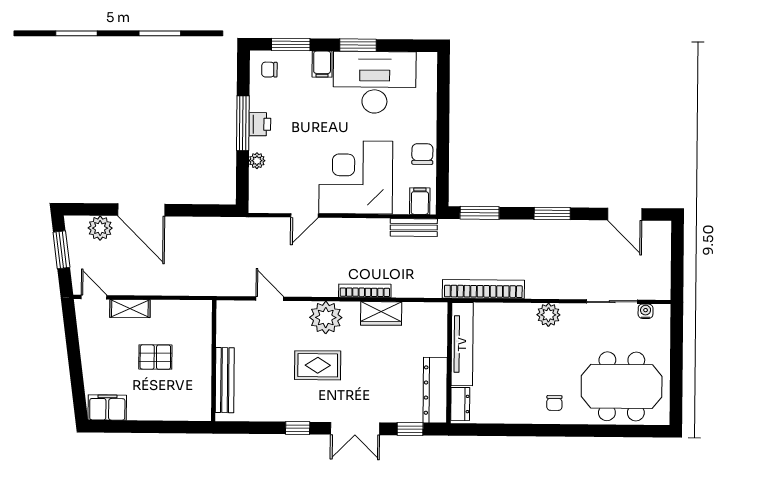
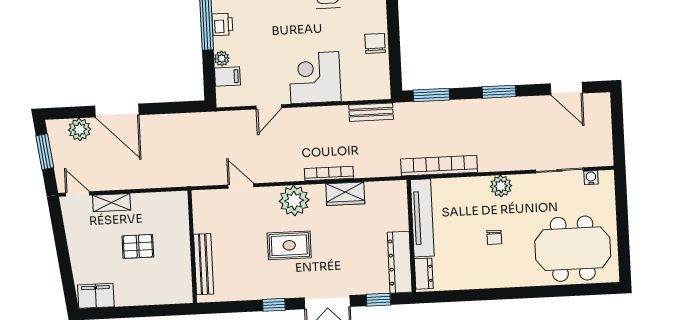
corner desk: (356, 177) -> (315, 78), width x0.74, depth x0.74
filing cabinet: (420, 201) -> (227, 77), moved, turned 90
chair: (554, 403) -> (494, 237), moved

